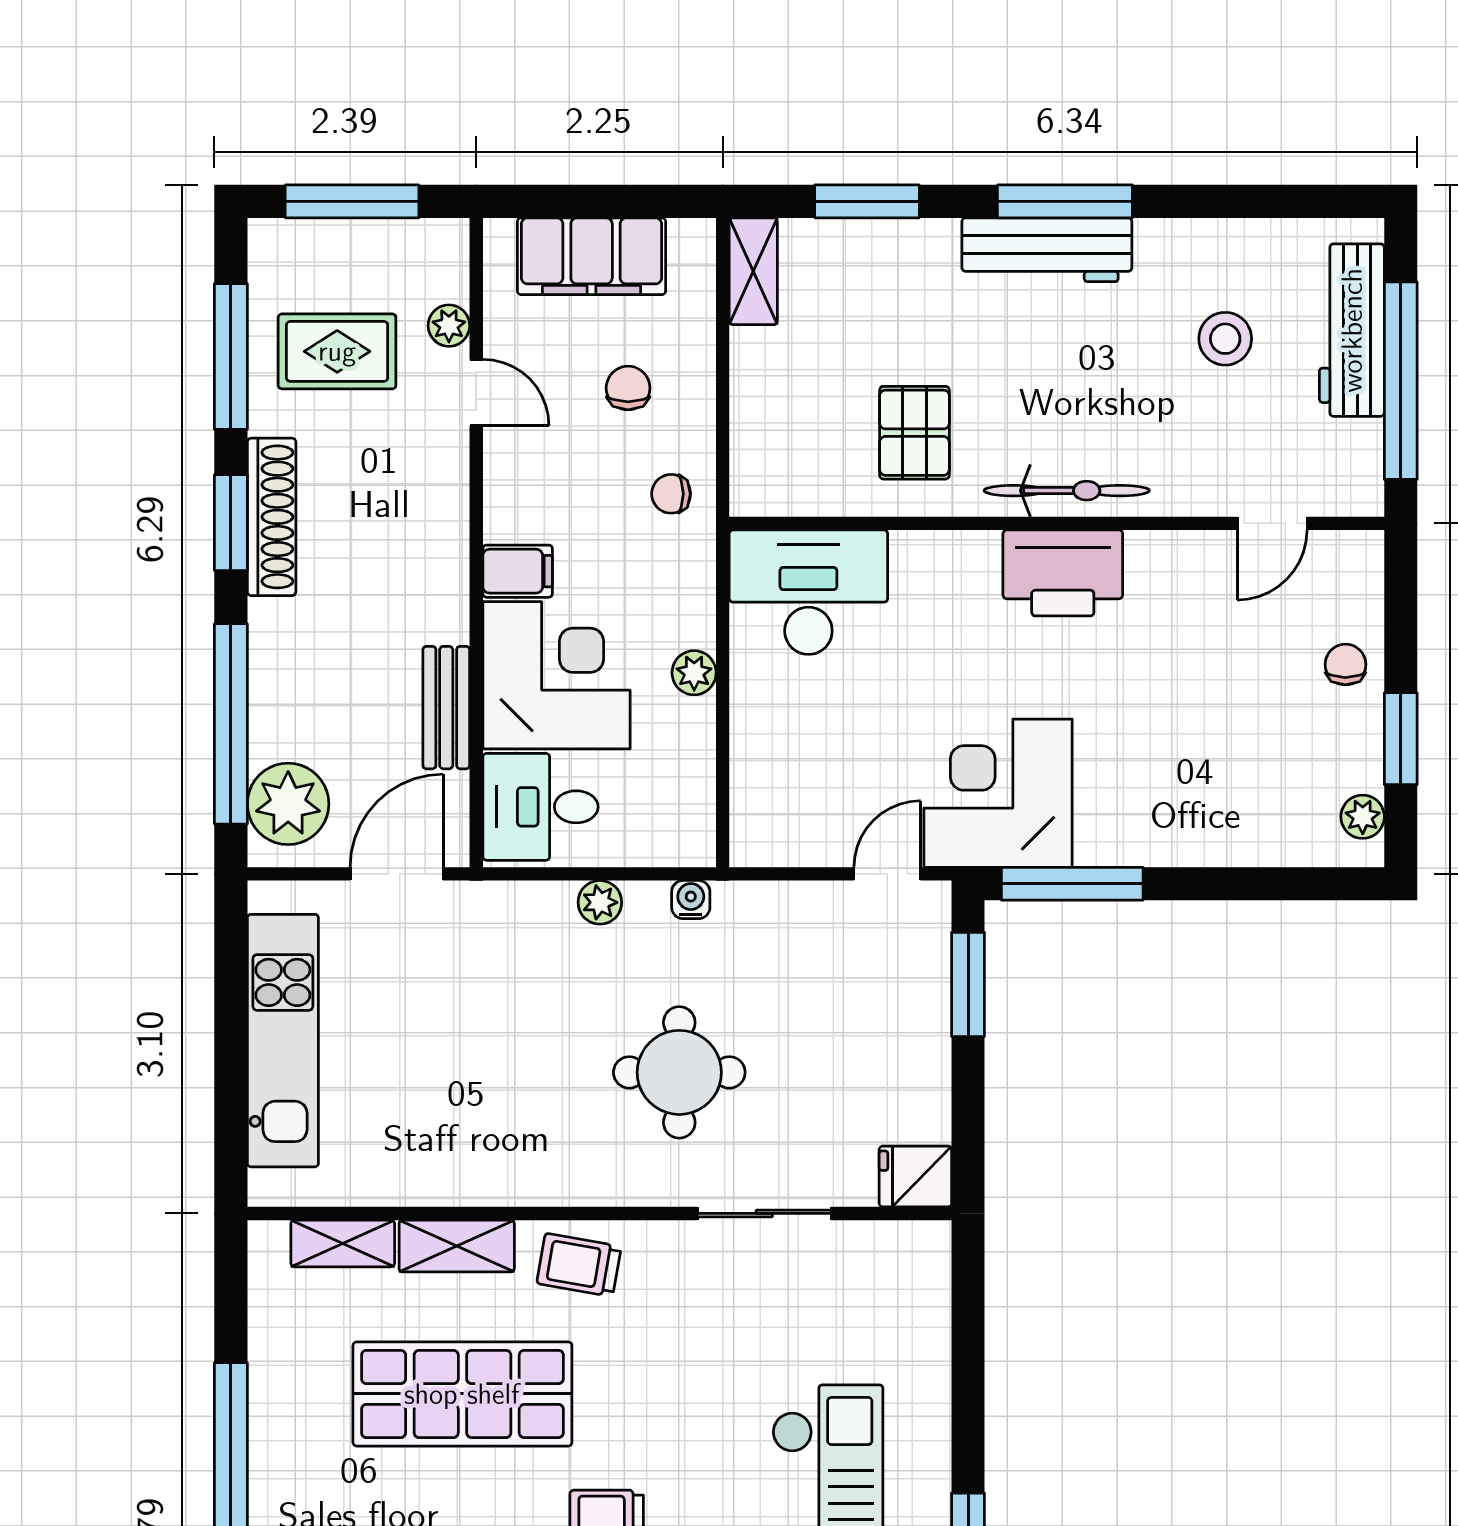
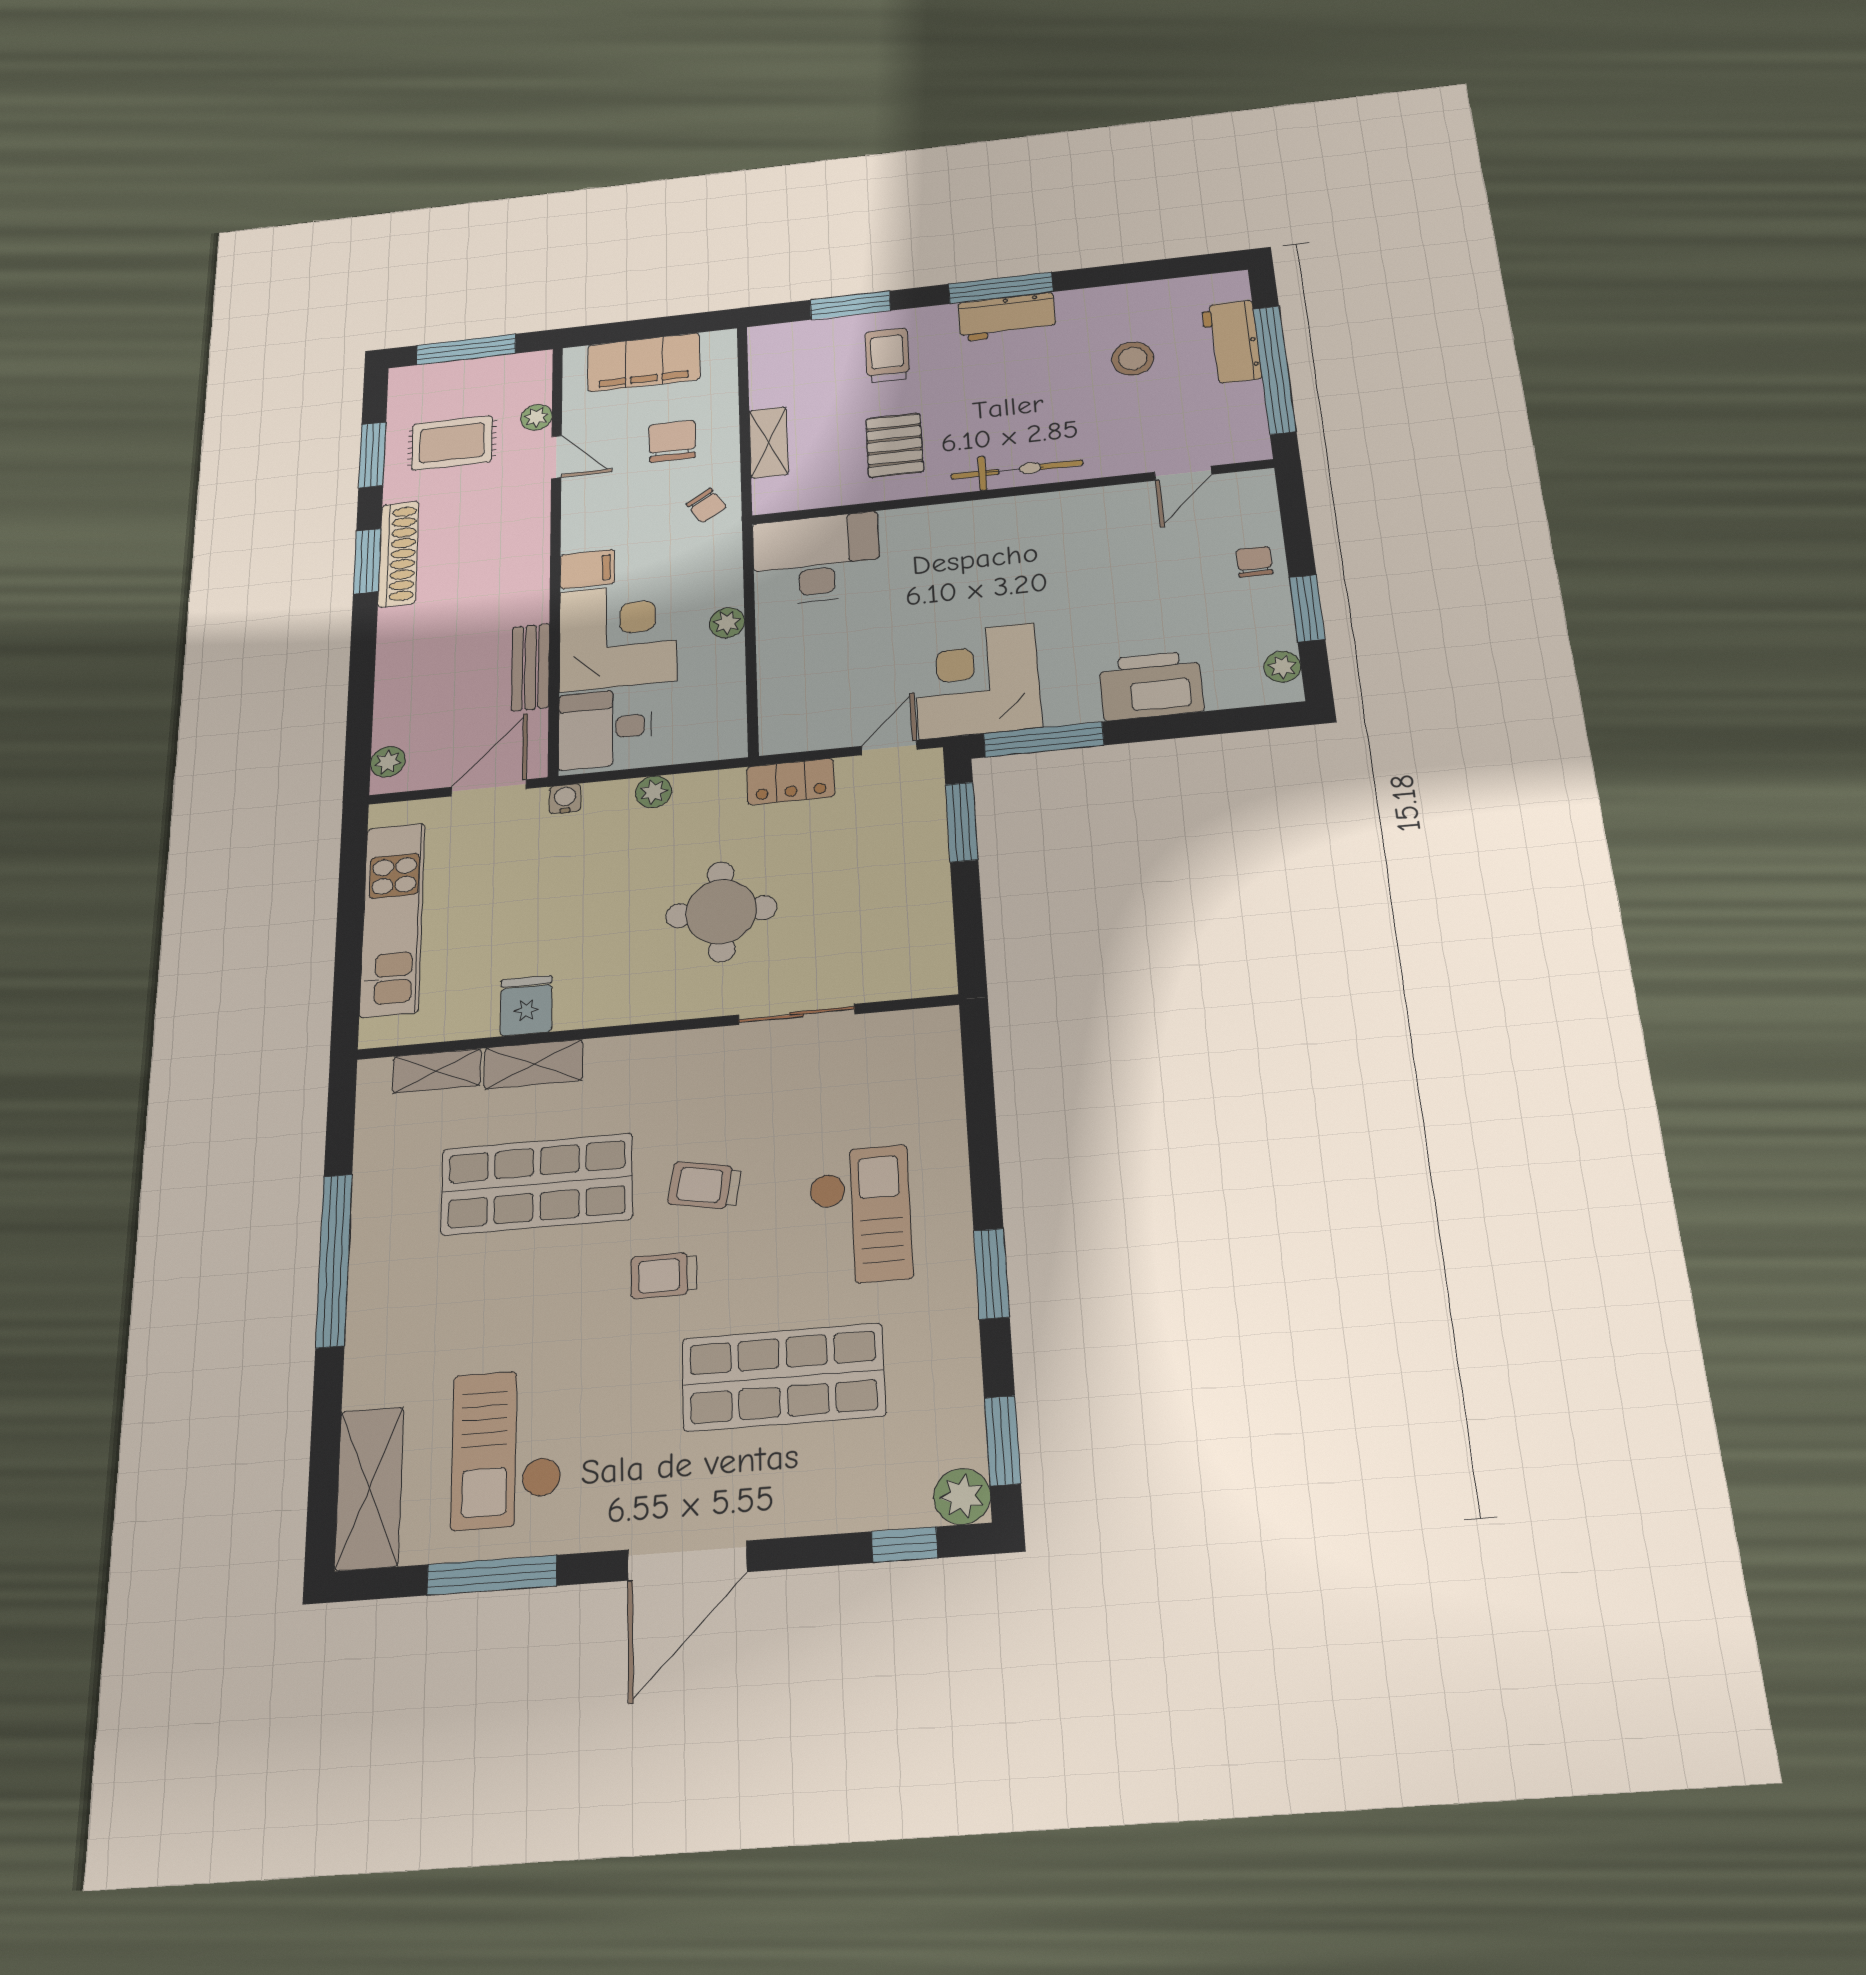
workbench: (1047, 250) -> (1007, 317), width x0.73
shelving: (753, 271) -> (769, 442), moved
trolley: (912, 290) -> (887, 355), added
workbench: (1352, 330) -> (1232, 342), width x0.73
window: (231, 356) -> (372, 455), width x0.69
chair: (628, 388) -> (672, 441), width x1.37, depth x1.37
chair: (671, 494) -> (706, 506), turned -123
printer: (1063, 573) -> (1151, 685), moved, turned 180
window: (231, 724) -> (361, 696), removed
plant: (288, 804) -> (388, 762), width x0.53, depth x0.53
water cooler: (691, 900) -> (565, 799), moved
locker: (767, 907) -> (791, 782), added
fridge: (915, 1177) -> (526, 1006), moved, turned 90
trolley: (579, 1265) -> (705, 1186), moved

